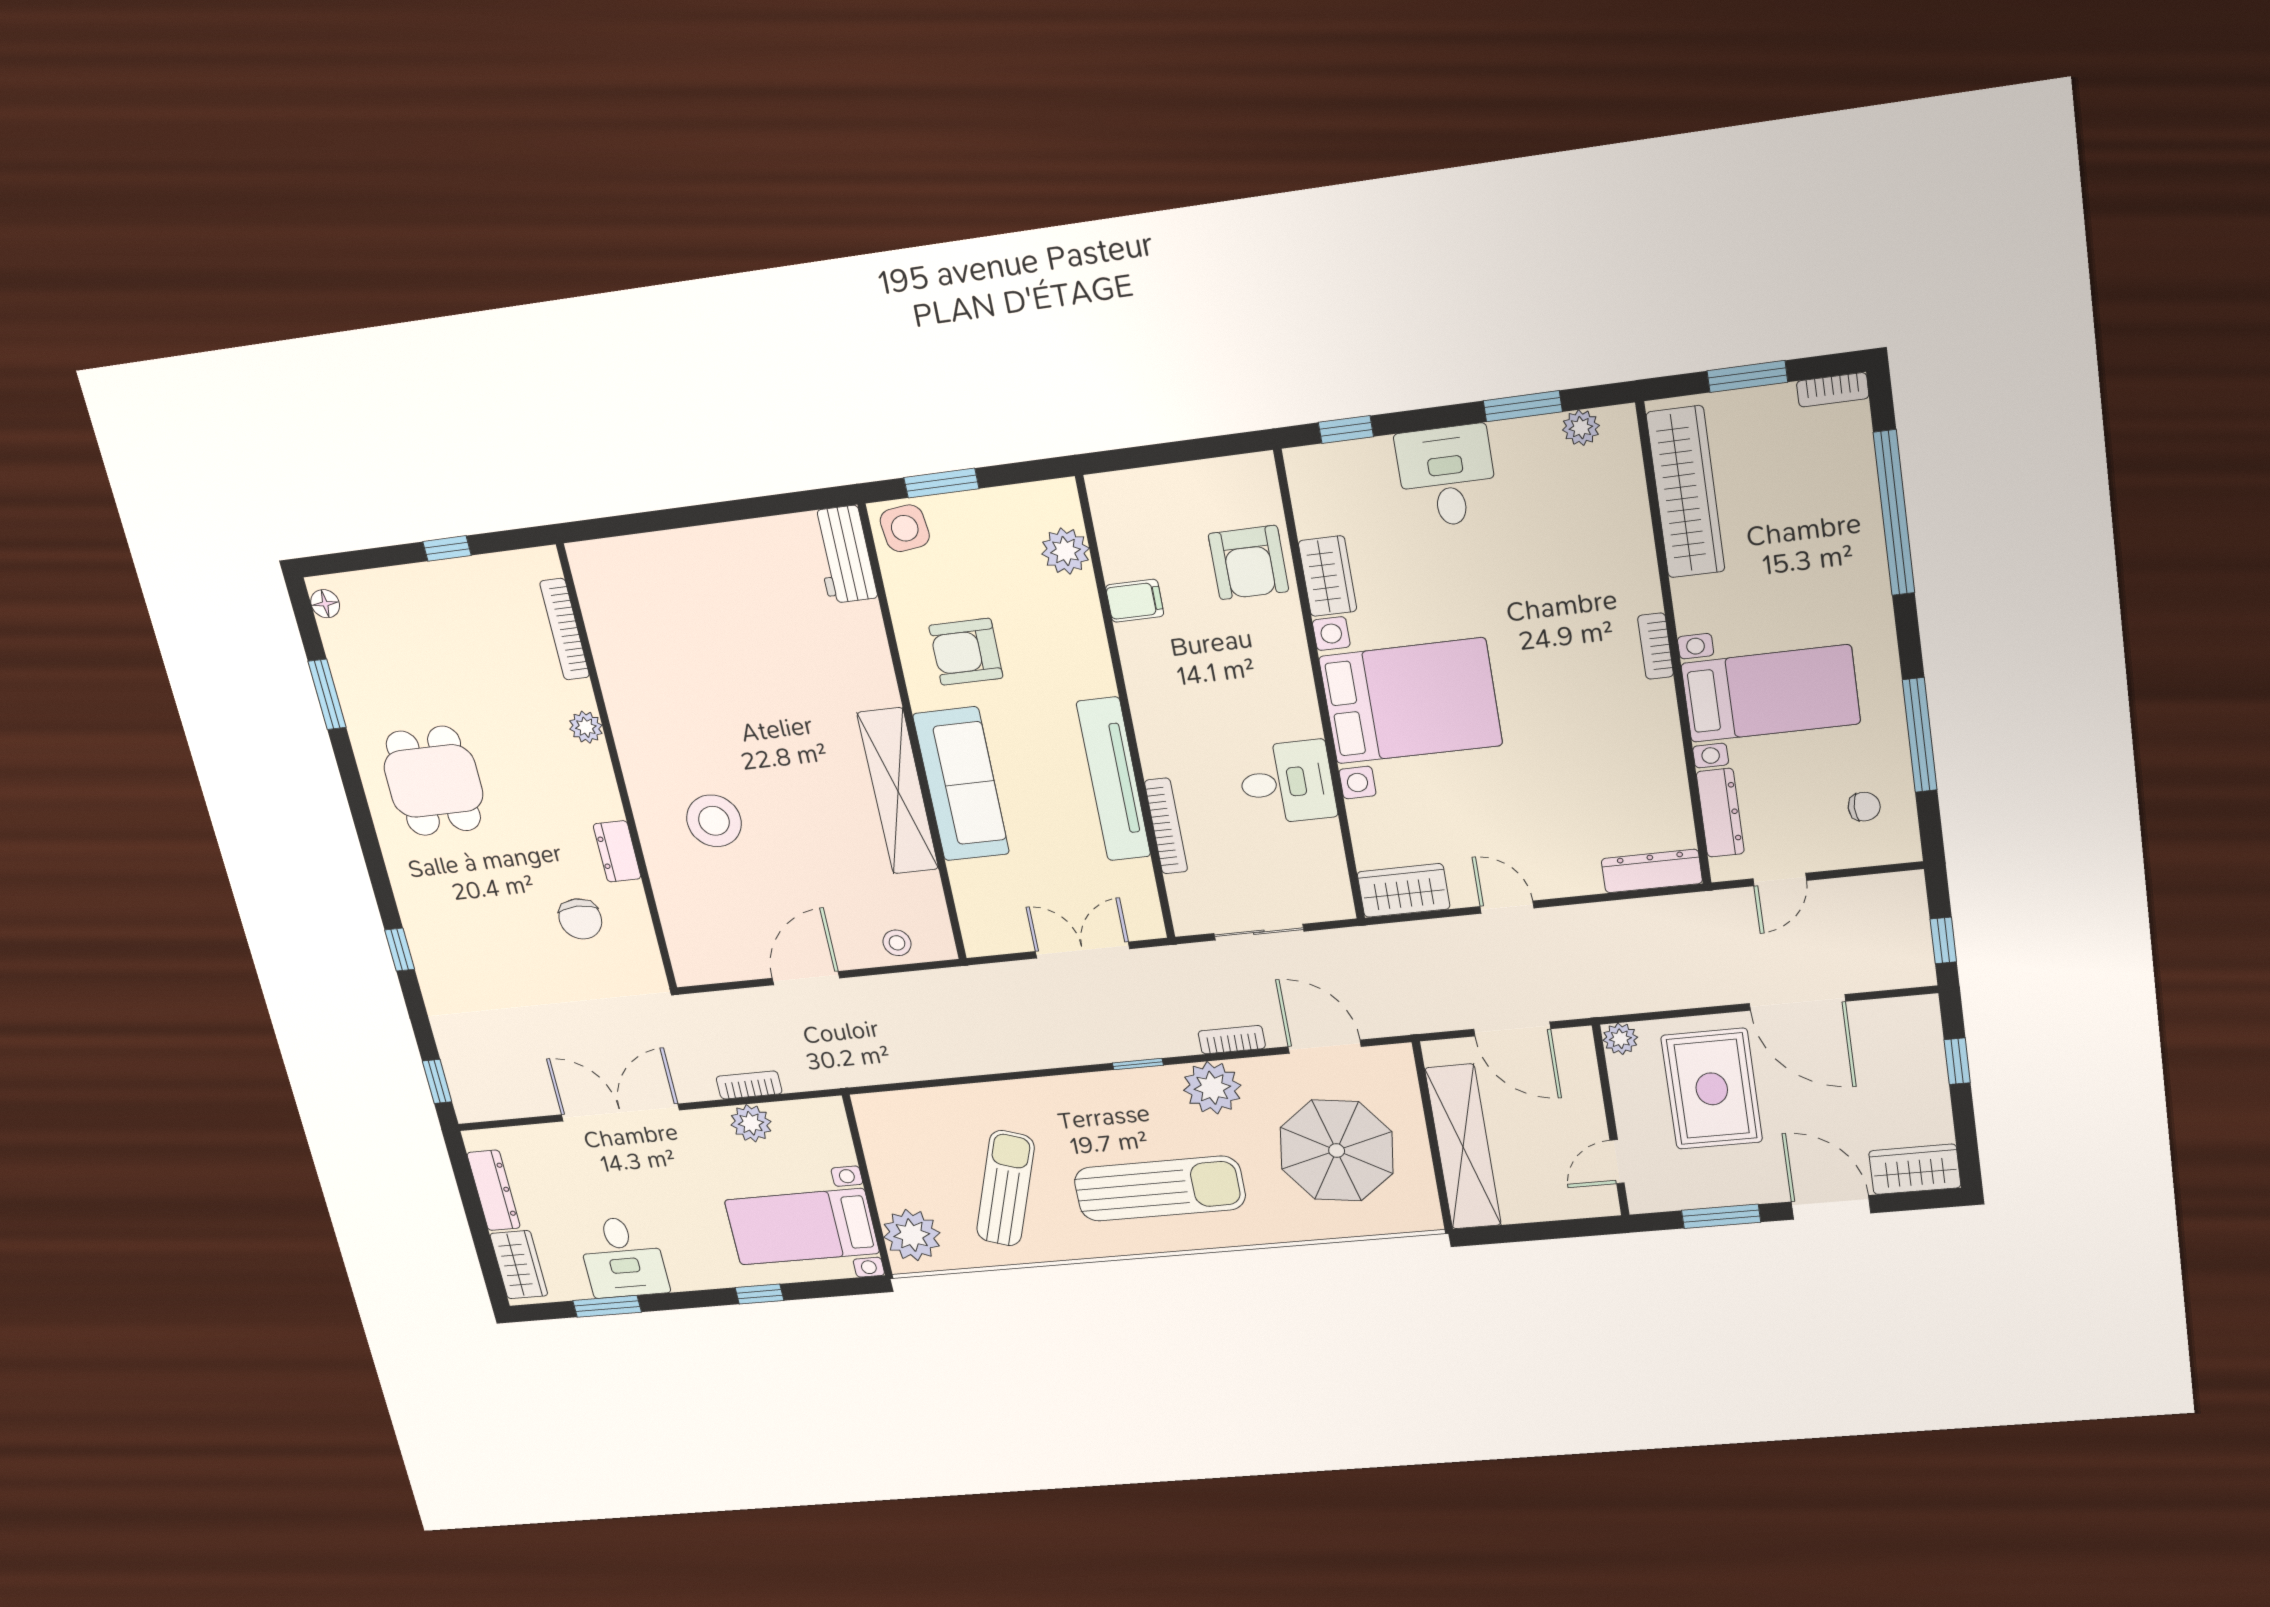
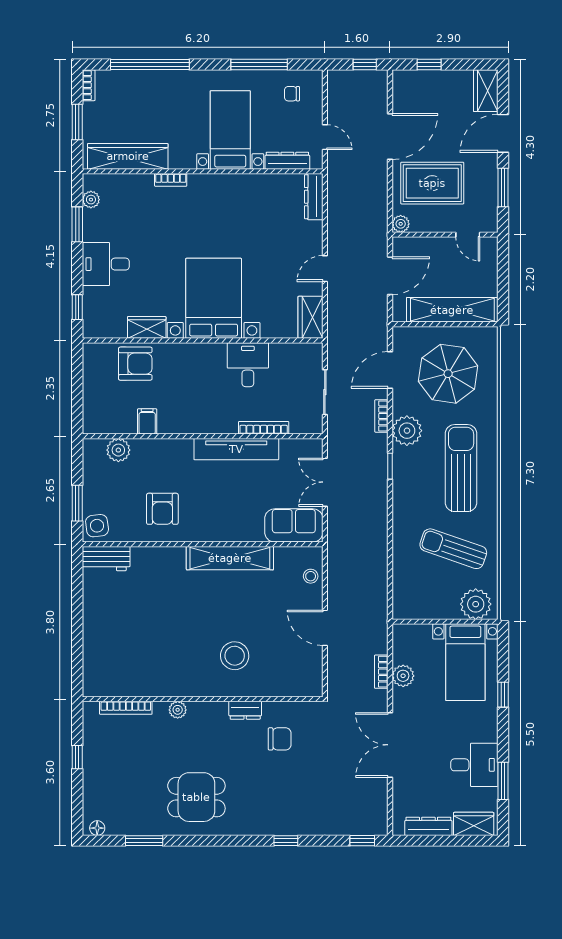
bookcase: (1656, 646) -> (171, 180), moved
sofa: (961, 784) -> (294, 525), moved, width x0.73
chair: (1864, 807) -> (292, 94), turned -90

